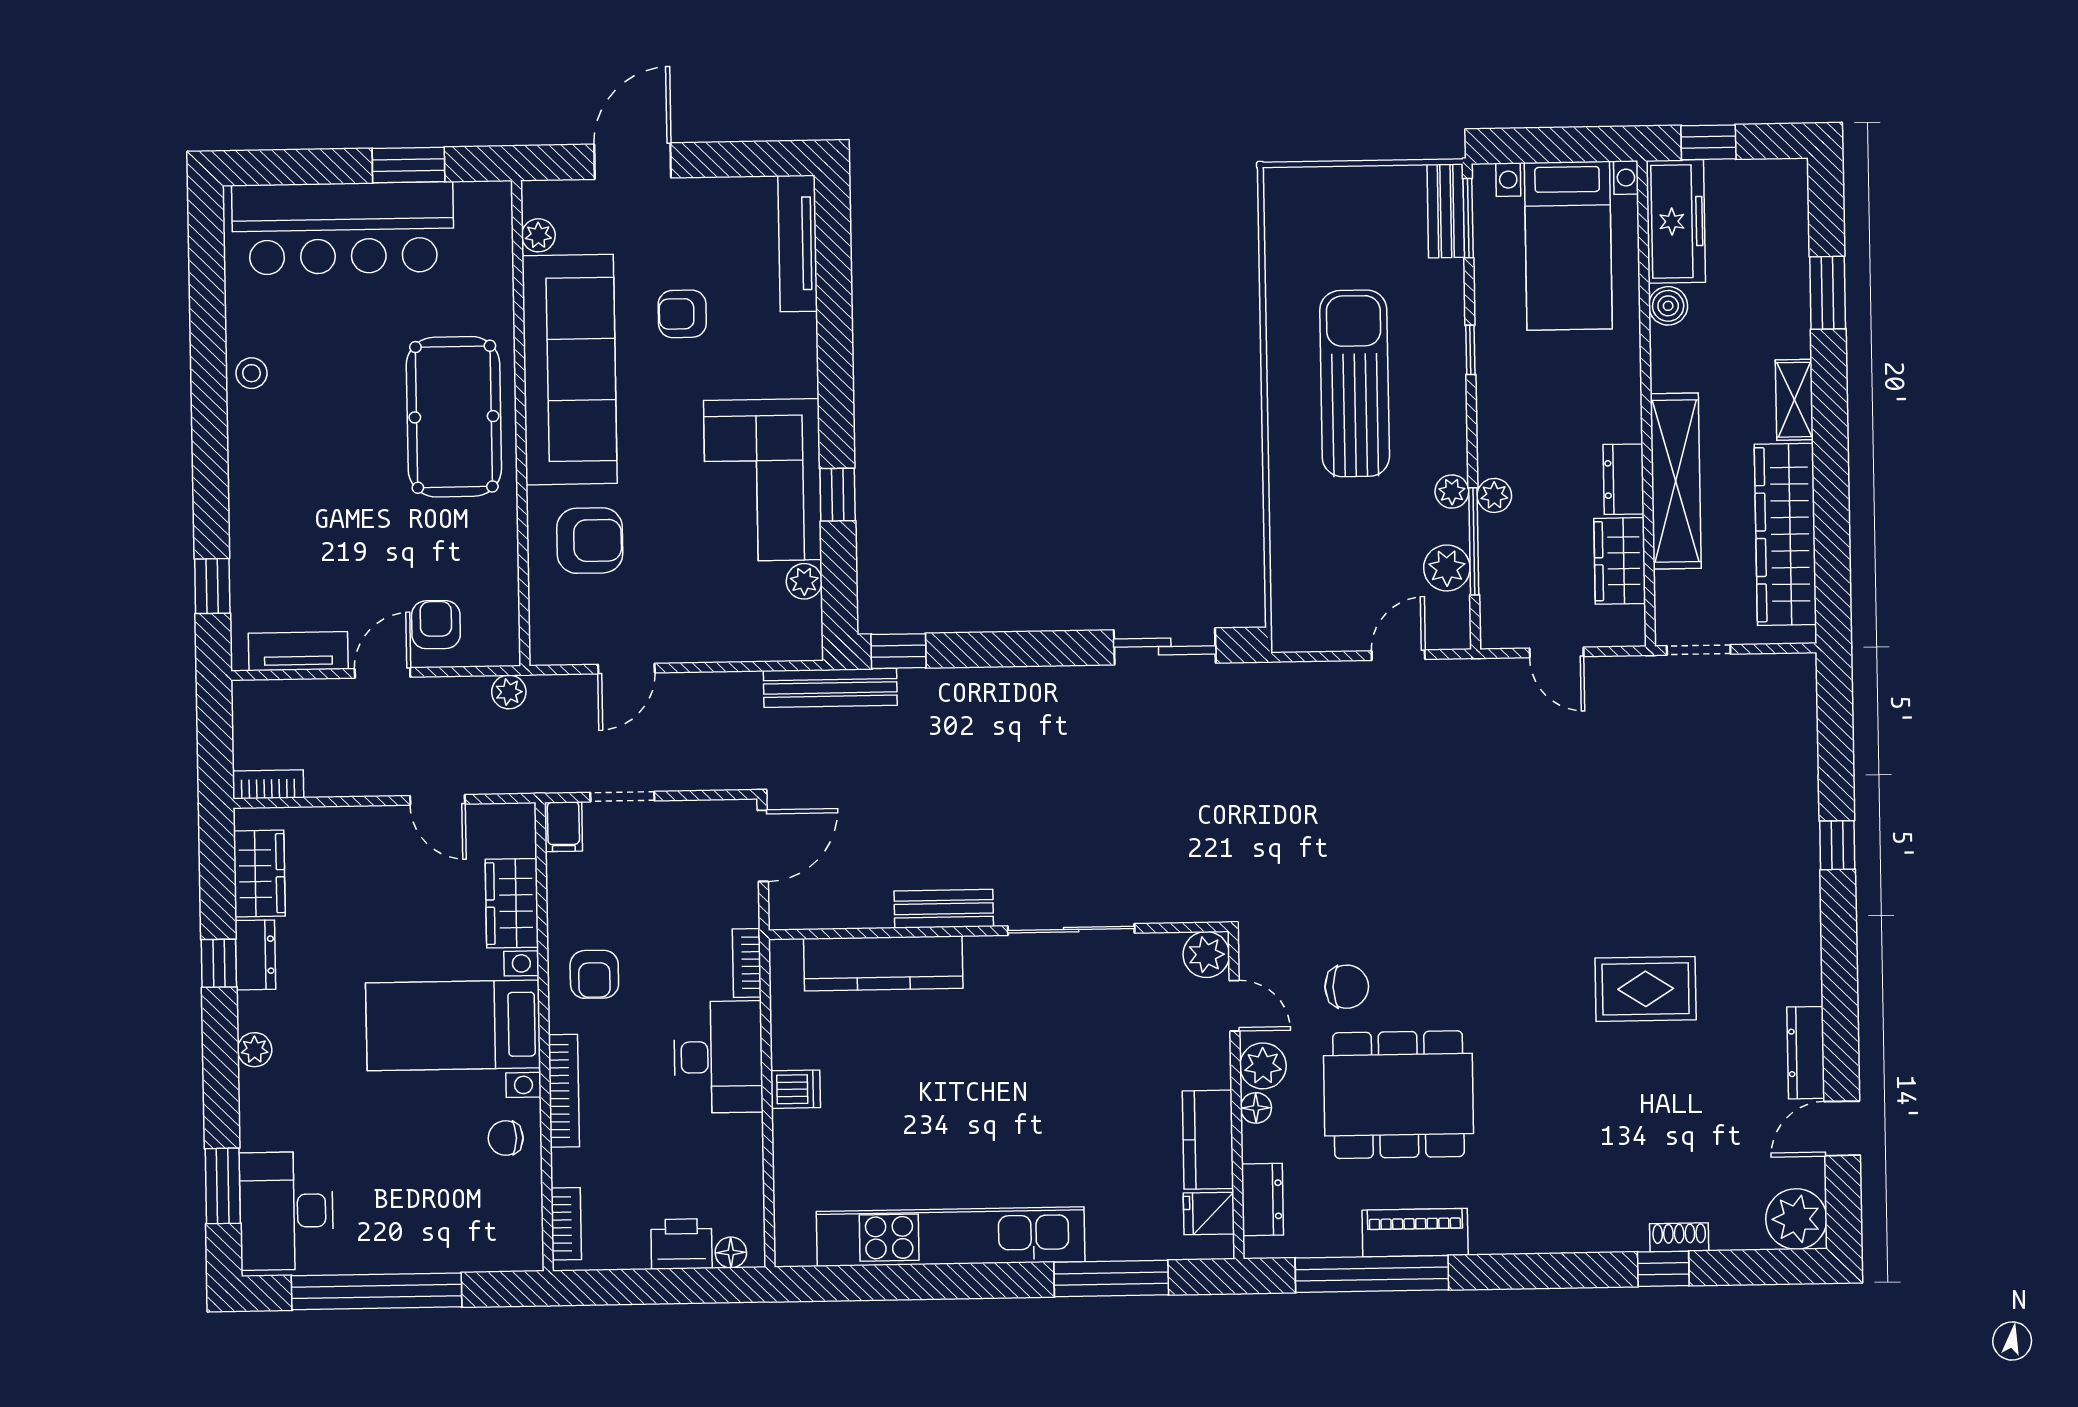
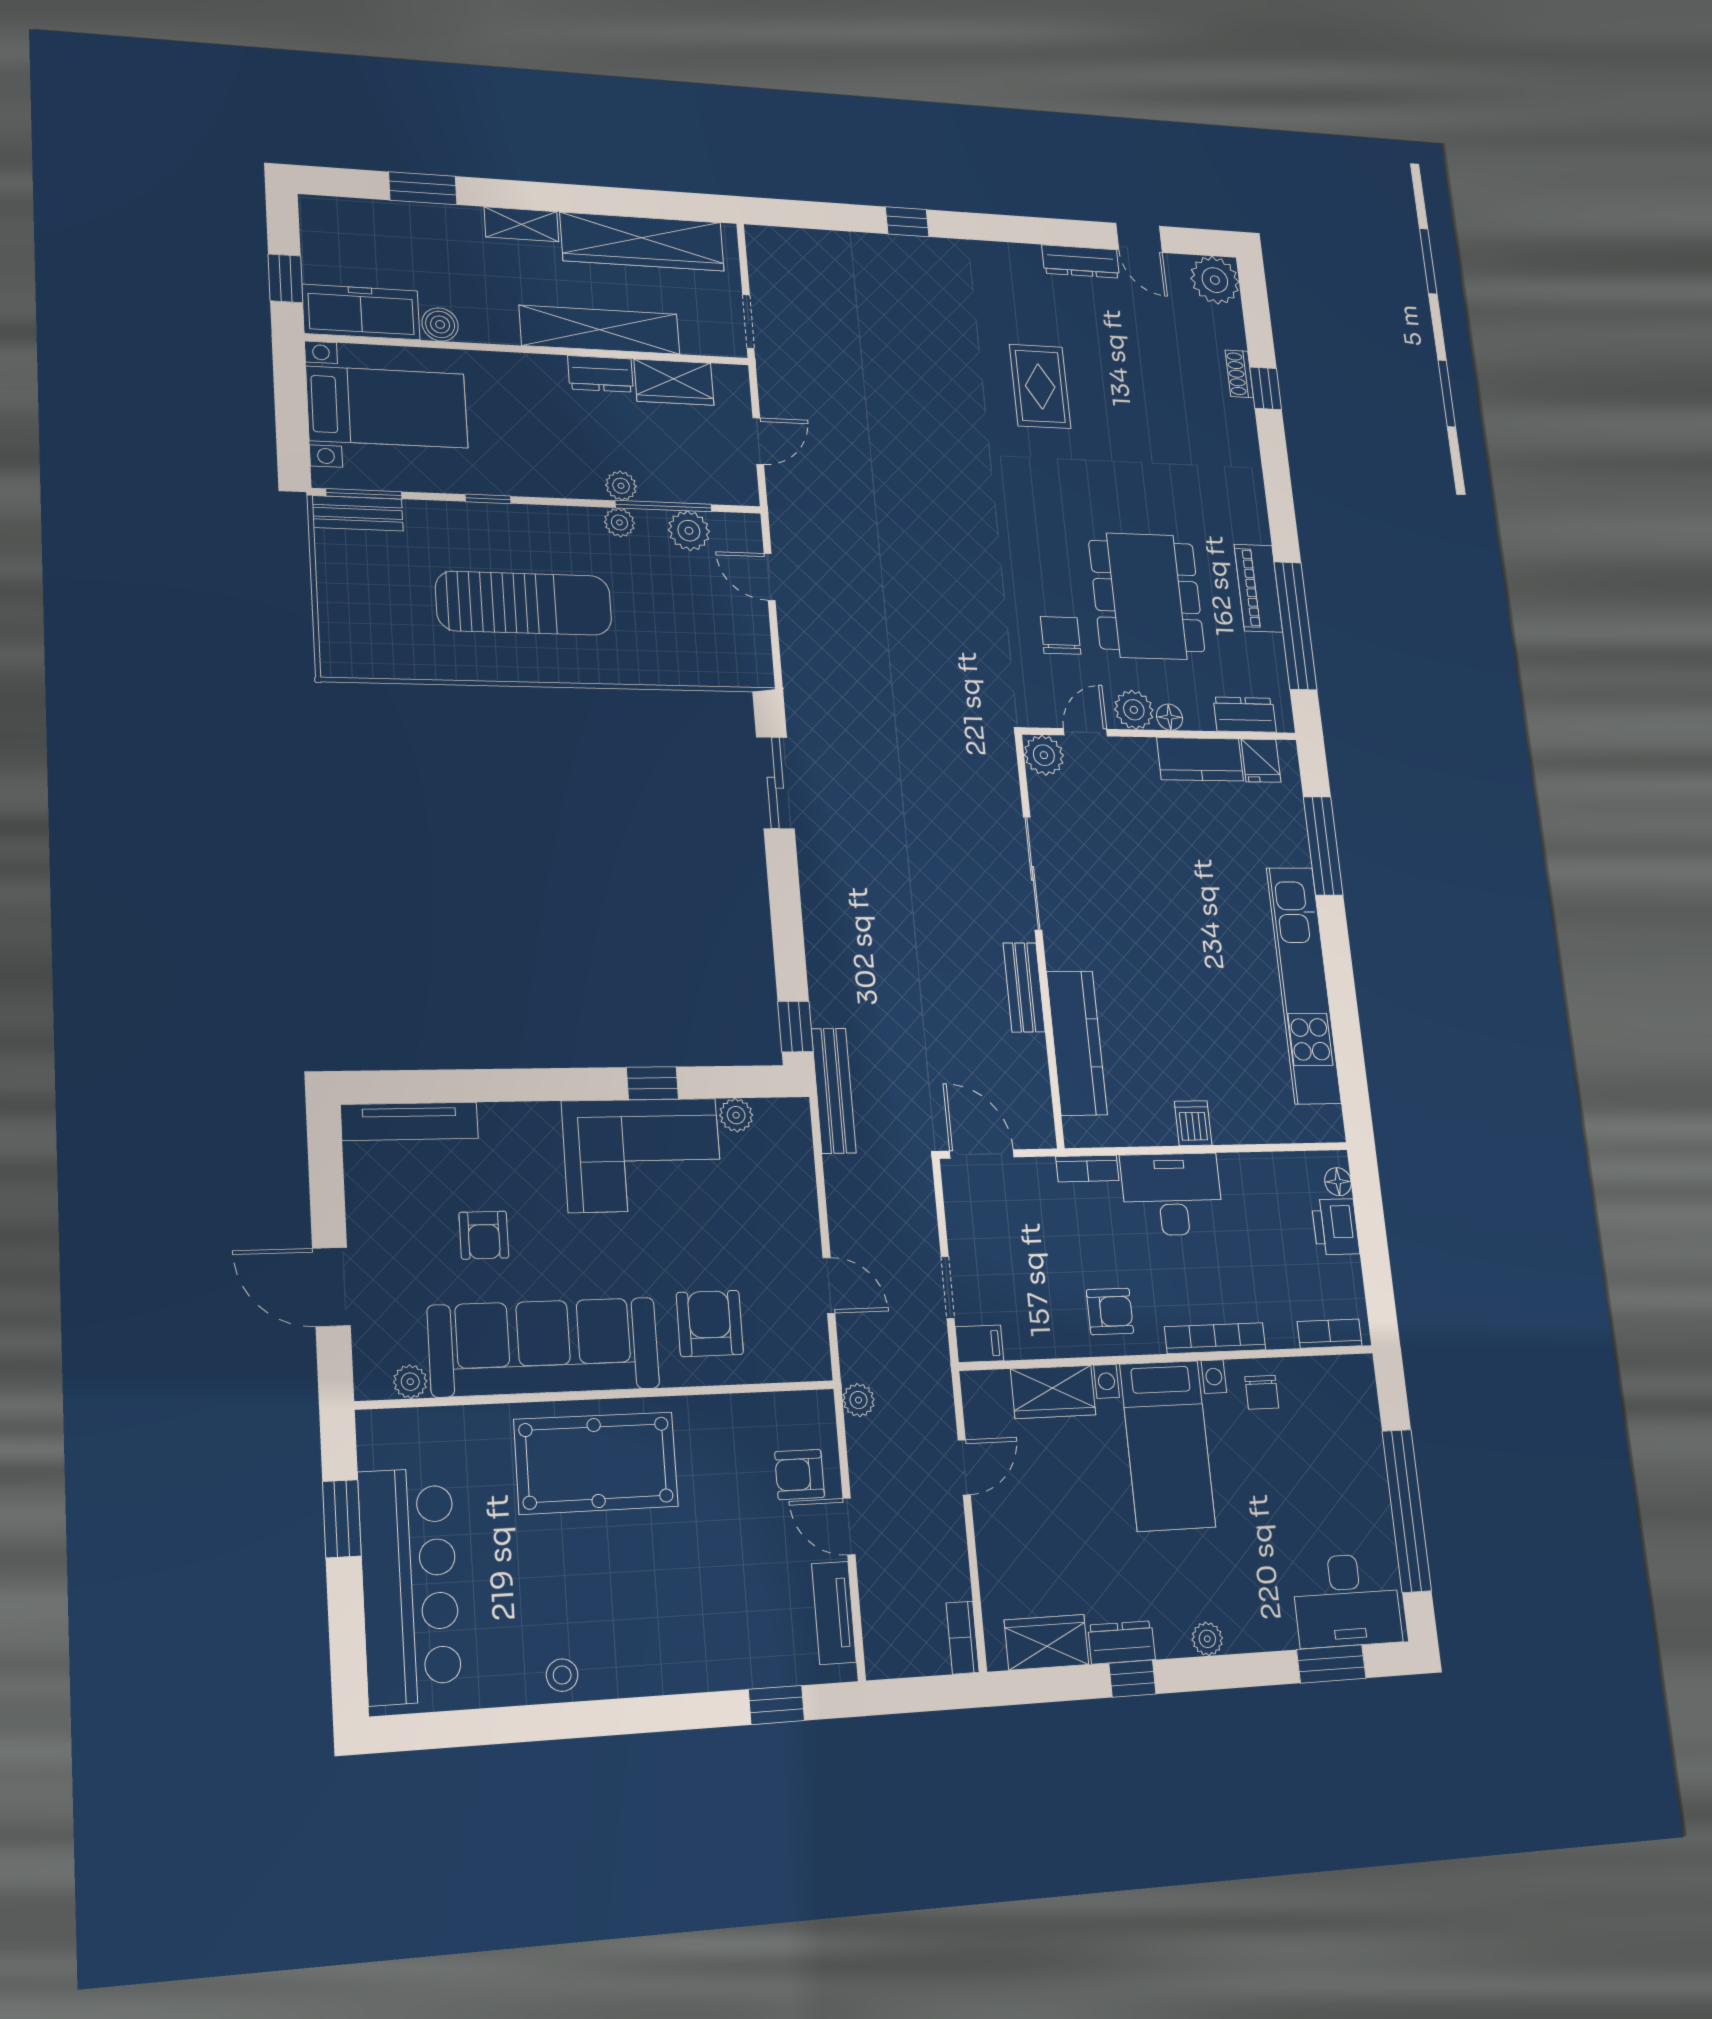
sun lounger: (1355, 383) -> (524, 603), turned 180

